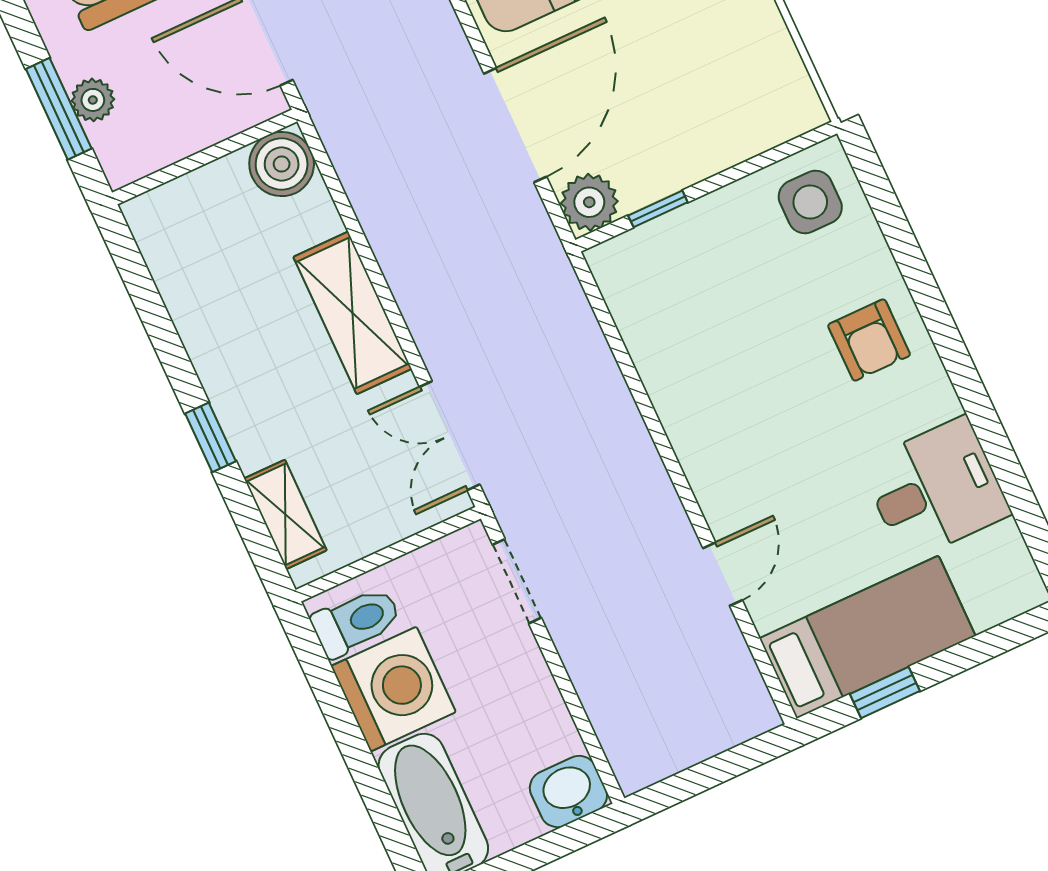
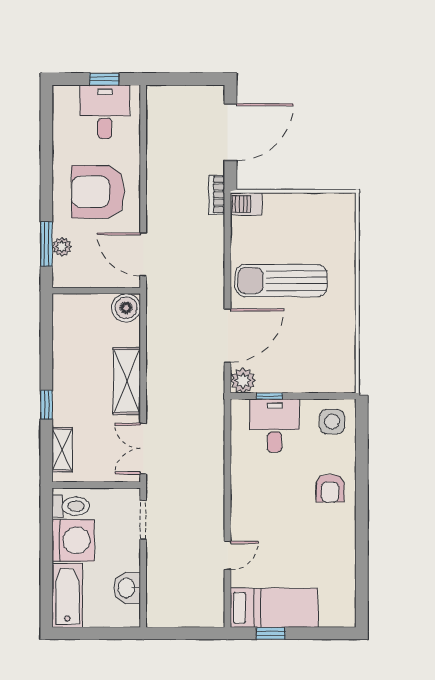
desk: (935, 489) -> (275, 426), moved, turned -90
washbasin: (568, 792) -> (127, 588), moved, turned -90

